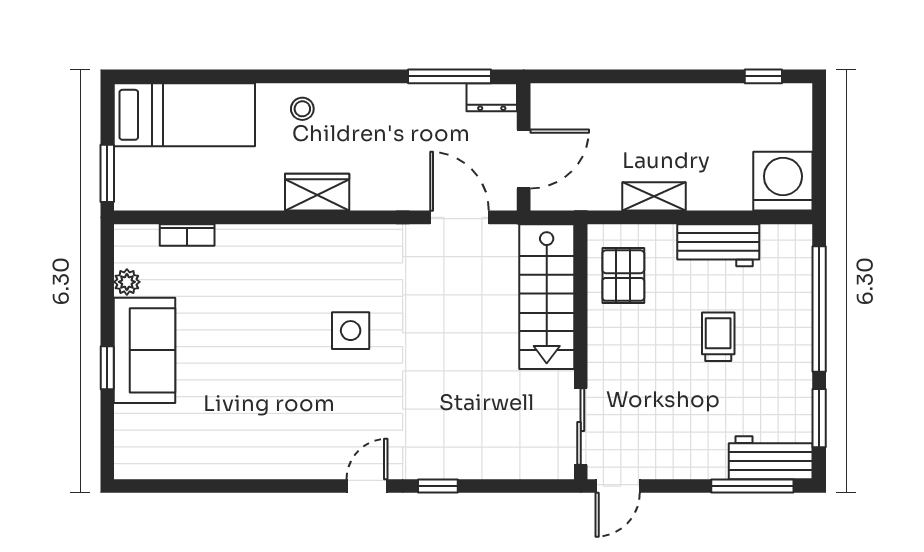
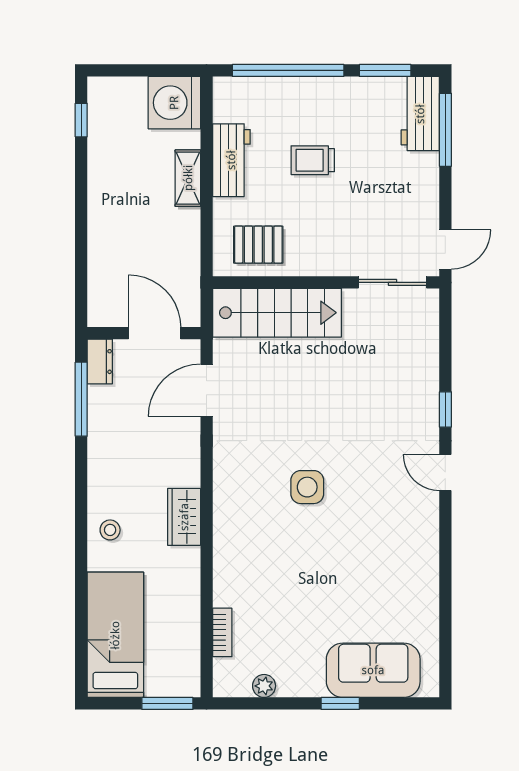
shelving: (654, 196) -> (188, 178), moved
sofa: (144, 350) -> (373, 670), moved
door: (618, 486) -> (445, 250), hinge flipped

